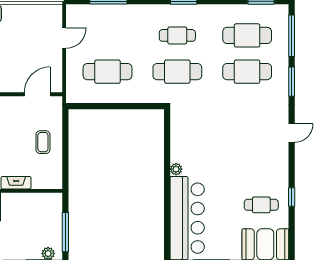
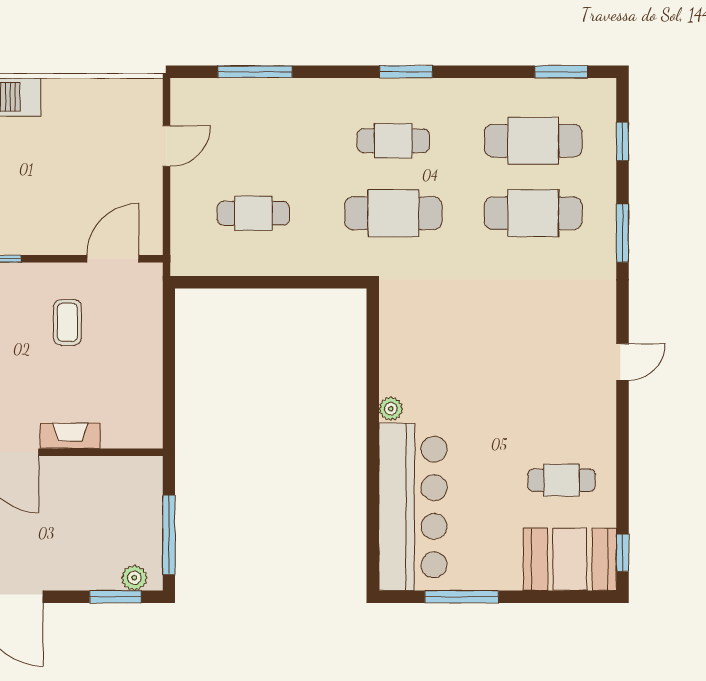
window: (292, 36) -> (623, 142), width x0.46
cafe table: (108, 72) -> (253, 213), width x0.73, depth x0.74
door: (292, 133) -> (623, 362), moved
coffee table: (43, 142) -> (67, 322), moved
window: (292, 197) -> (623, 553), moved

